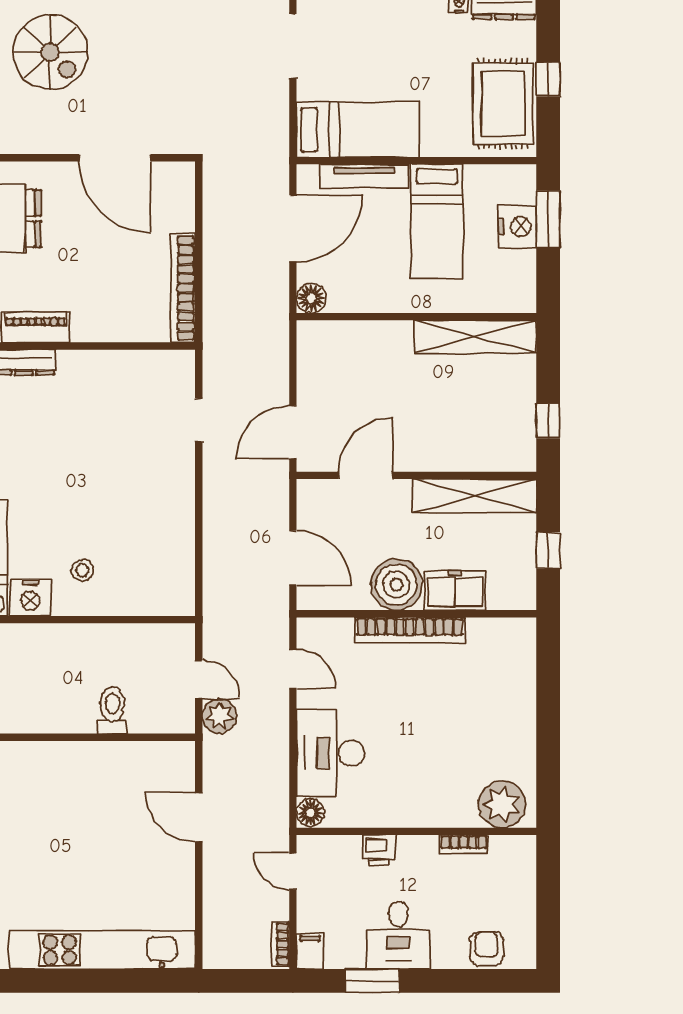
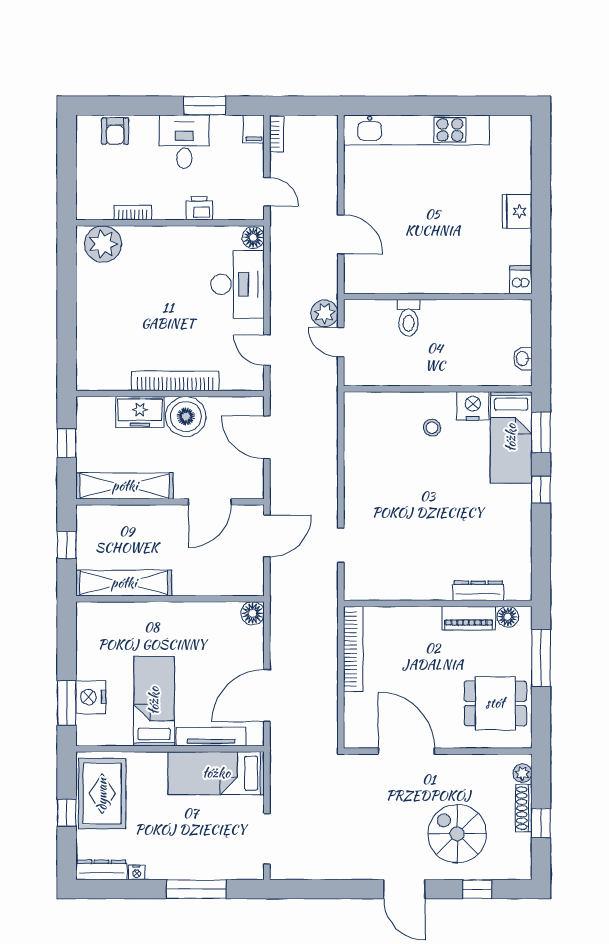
floor lamp: (311, 298) -> (253, 613), moved
wall: (416, 317) -> (170, 599), moved
shelving: (475, 337) -> (124, 583), moved

